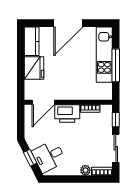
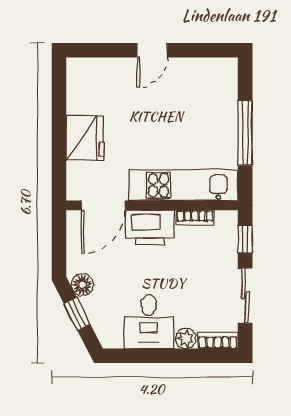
door: (68, 23) -> (152, 50), width x0.53
kitchen counter: (32, 41) -> (80, 86), removed
kitchen unit: (104, 55) -> (184, 185), moved, turned 90
floor lamp: (33, 143) -> (82, 285), added
desk: (49, 156) -> (149, 322), moved, turned -63

